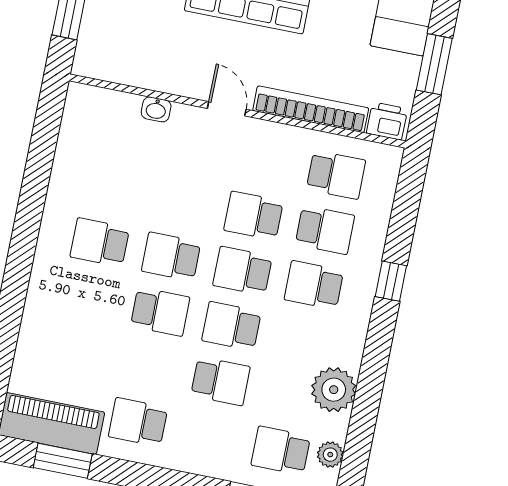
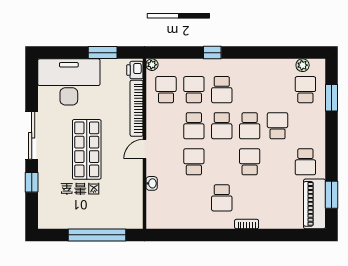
school desk: (171, 257) -> (194, 162), moved, turned 180
bookcase: (38, 281) -> (247, 224), added
plant: (334, 390) -> (152, 65), moved, width x0.53, depth x0.53
school desk: (281, 451) -> (305, 90), turned 180

